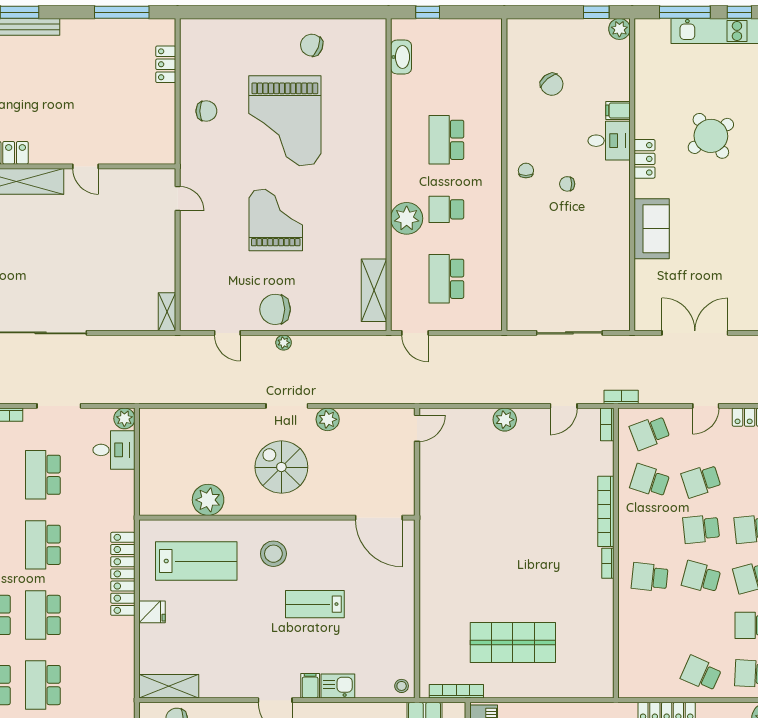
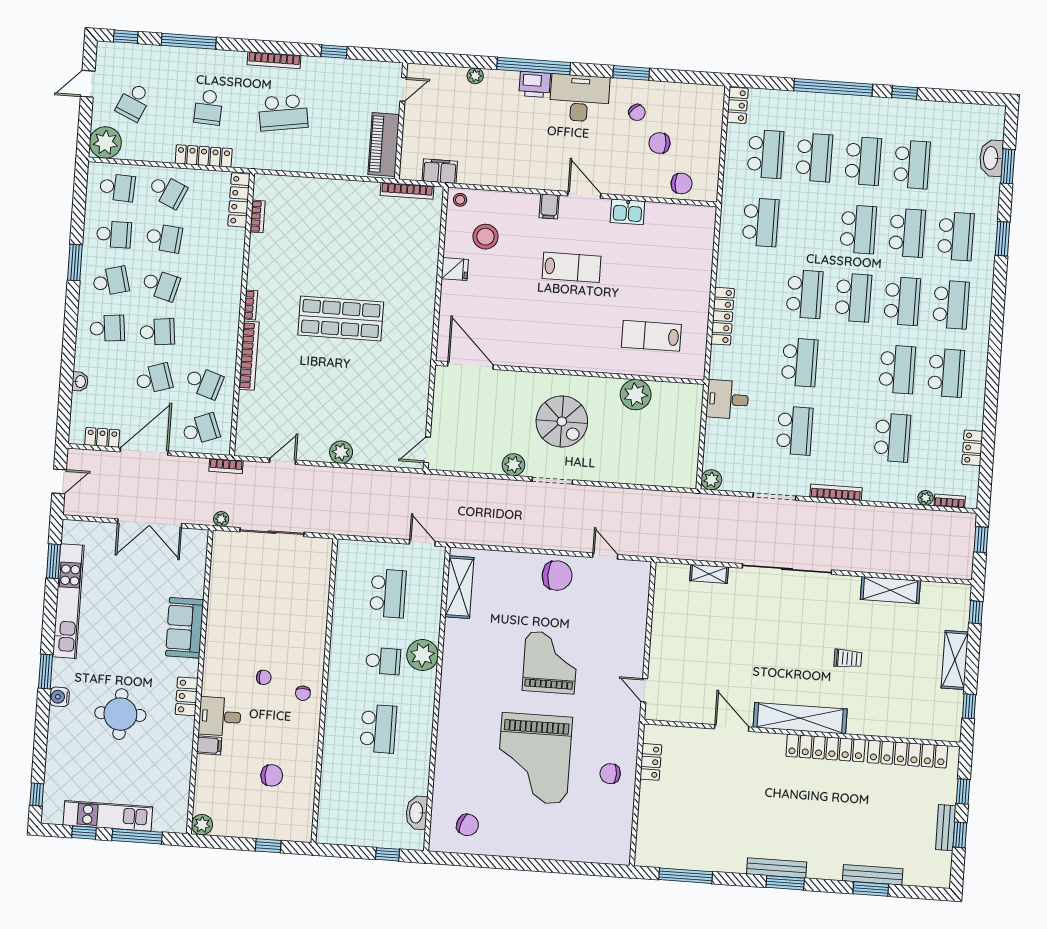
window: (596, 12) -> (268, 846), moved
chair: (312, 45) -> (467, 825), moved
locker: (166, 64) -> (651, 762), moved
chair: (552, 84) -> (272, 775), turned 129
grand piano: (285, 121) -> (534, 759), turned 180
round table: (711, 136) -> (120, 714), turned 35
door: (86, 166) -> (732, 728), width x1.38
grand piano: (276, 220) -> (550, 663), turned 180
shelving: (167, 312) -> (709, 574), moved, turned 90
plant: (284, 343) -> (221, 519), moved
door: (706, 406) -> (144, 451), width x1.87
bookcase: (607, 424) -> (258, 216), moved
desk: (114, 450) -> (727, 399), moved
stool: (273, 554) -> (485, 237), moved
lab bench: (196, 561) -> (651, 336), width x0.73, depth x0.72
locker: (123, 574) -> (723, 316), width x0.71, depth x0.83
school desk: (650, 577) -> (164, 238), moved
lab bench: (315, 604) -> (572, 267), moved
fridge: (152, 612) -> (455, 269), moved, turned 180
shop shelf: (513, 642) -> (341, 319), moved
locker: (627, 670) -> (239, 200), added
school desk: (43, 685) -> (761, 222), moved
shelving: (169, 686) -> (687, 216), removed
kitchen sink: (338, 686) -> (627, 212), moved

